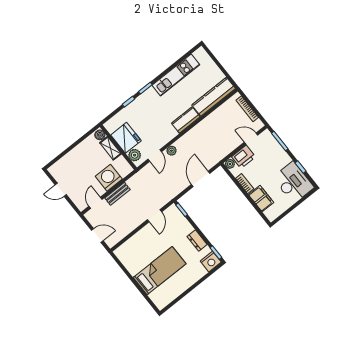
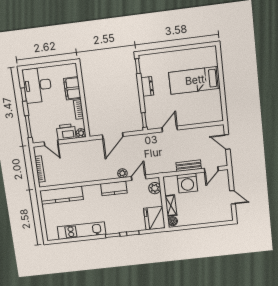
kitchen counter: (186, 120) -> (114, 188), moved
fridge: (126, 138) -> (154, 218), moved
nightstand: (211, 262) -> (147, 61), removed

